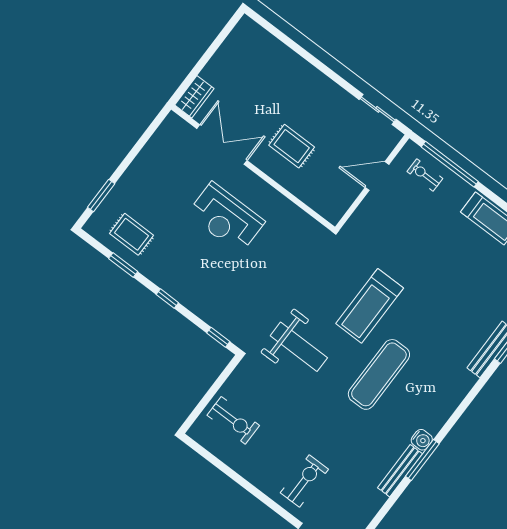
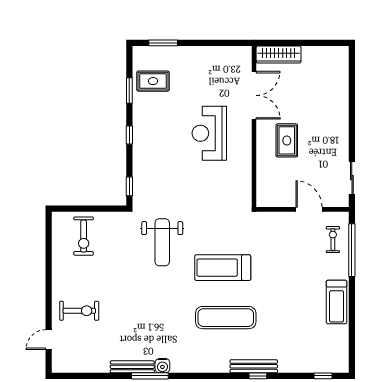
wardrobe: (194, 97) -> (279, 55), width x1.50
rug: (132, 234) -> (153, 81), turned 90
exercise mat: (379, 374) -> (226, 318), moved

